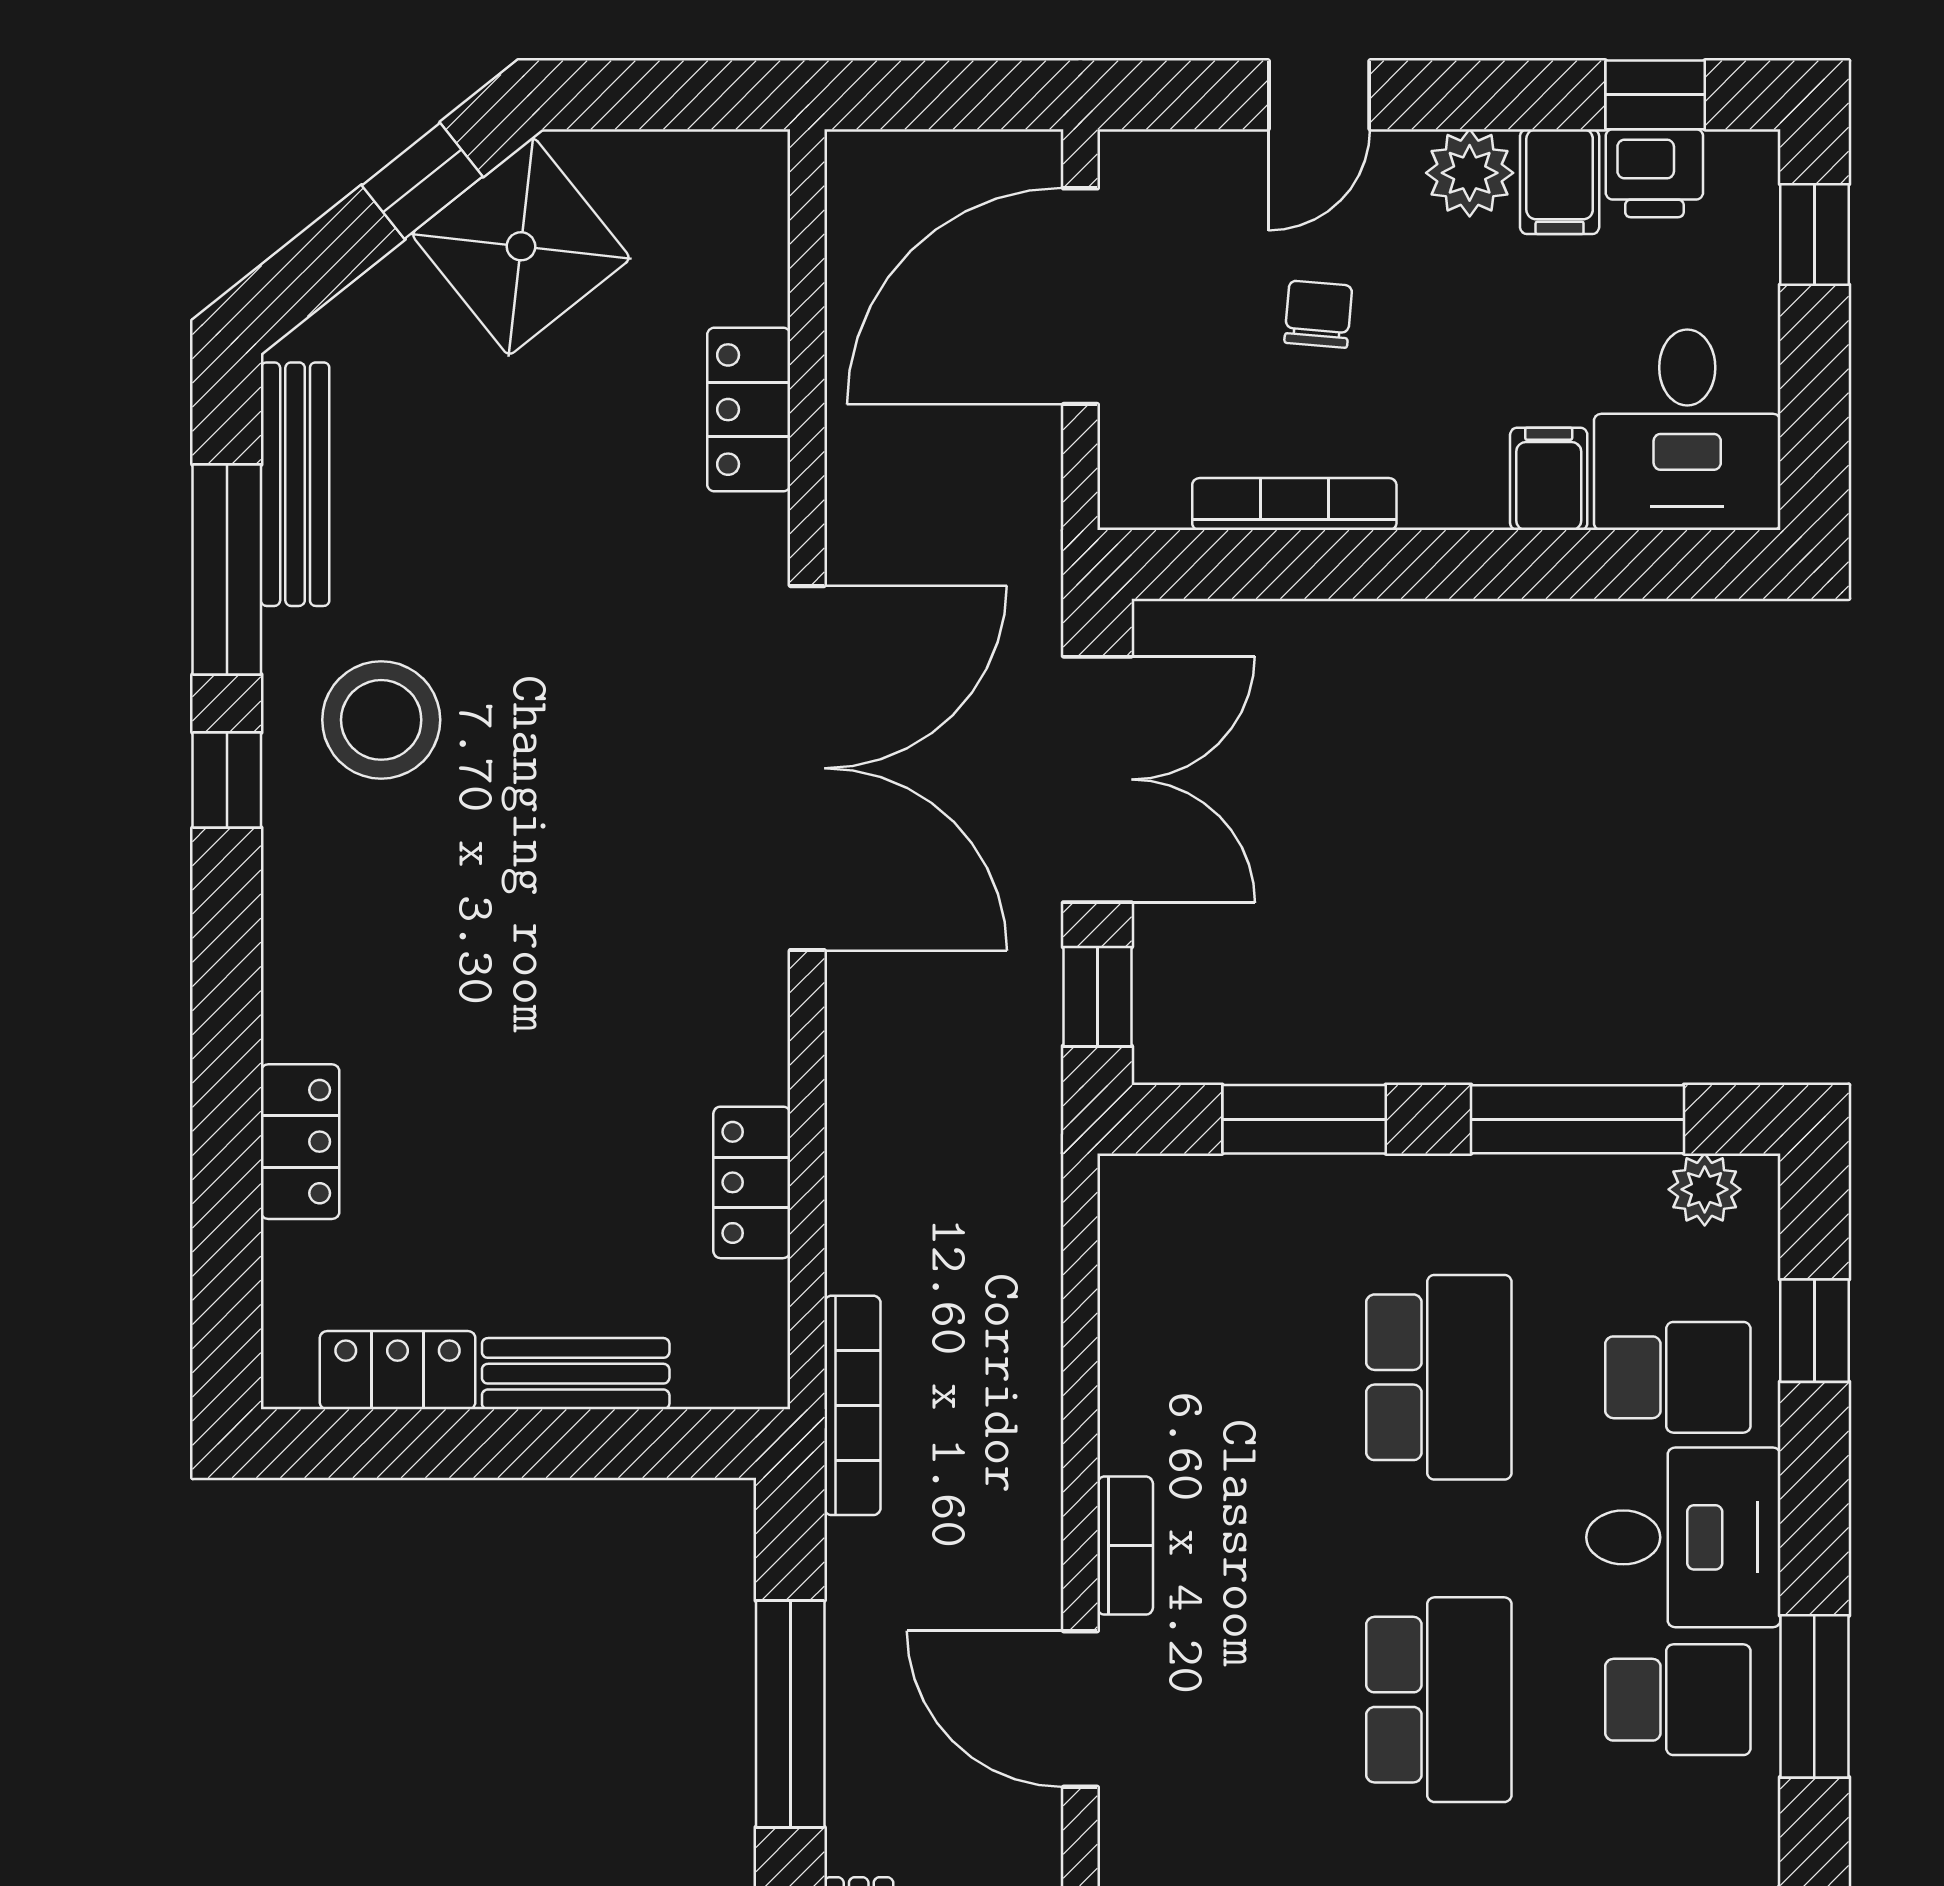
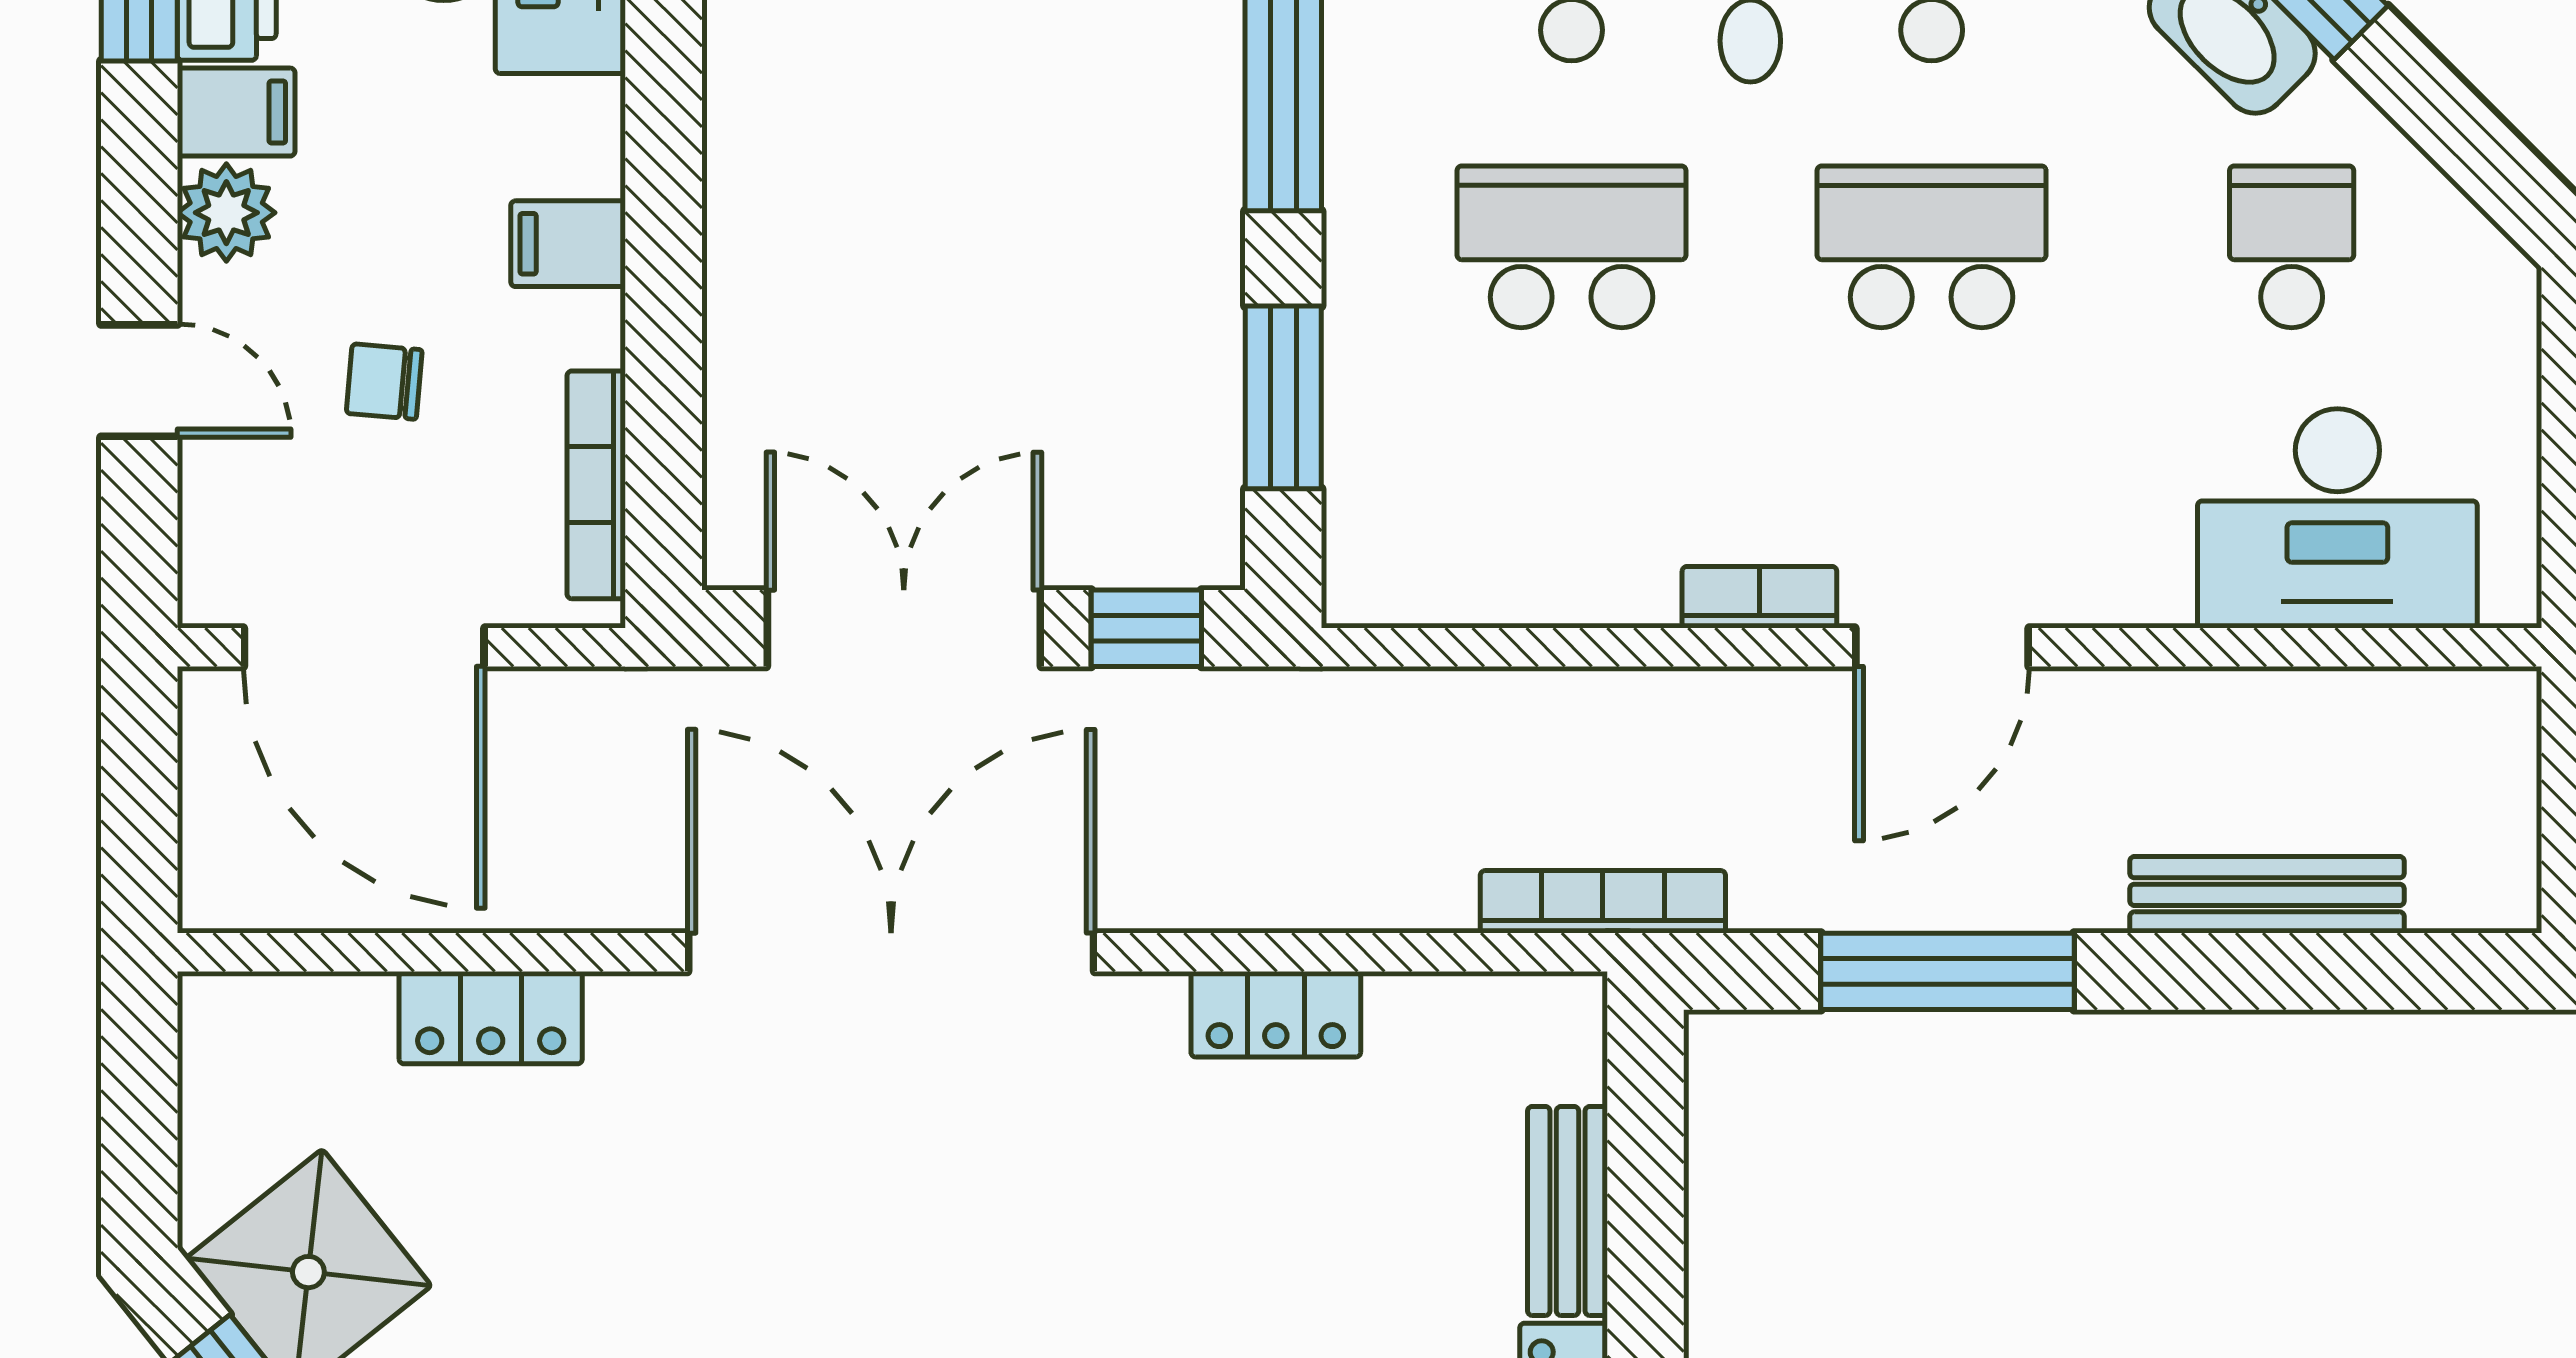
filing cabinet: (1549, 479) -> (568, 244), moved
bookcase: (1294, 504) -> (596, 485), moved
locker: (752, 1182) -> (1276, 1014), moved

